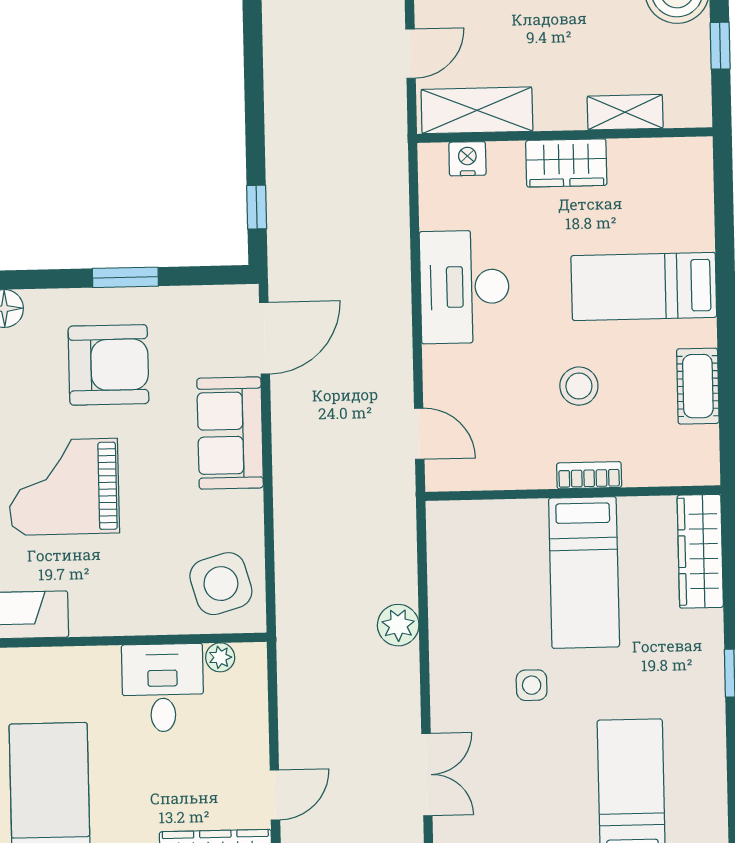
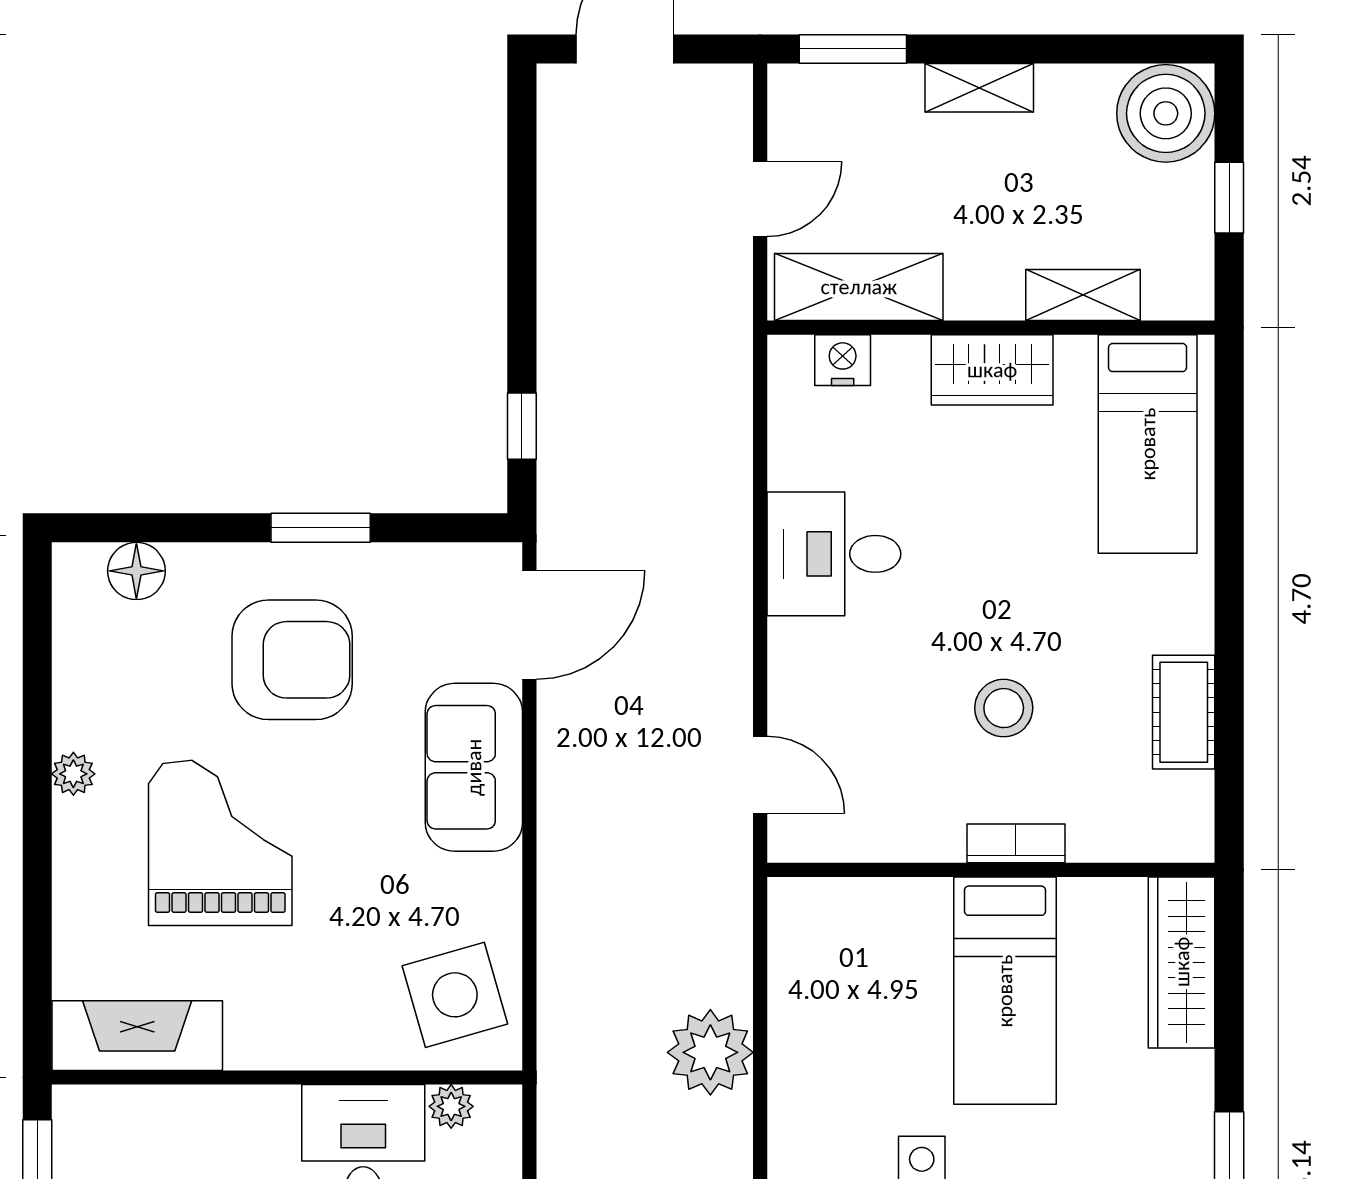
bed: (644, 286) -> (1148, 444), moved, turned -90
desk: (465, 287) -> (834, 554), width x0.73
grand piano: (64, 487) -> (220, 843), turned 90
plant: (398, 625) -> (710, 1052), width x1.36, depth x1.36

